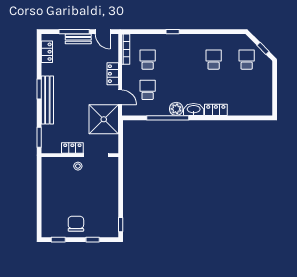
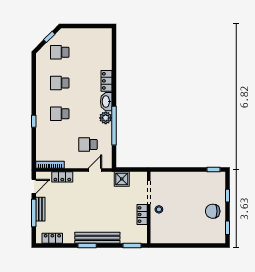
school desk: (148, 60) -> (60, 114), moved
locker: (113, 74) -> (62, 177), moved
shower: (104, 119) -> (122, 179), width x0.54, depth x0.54

